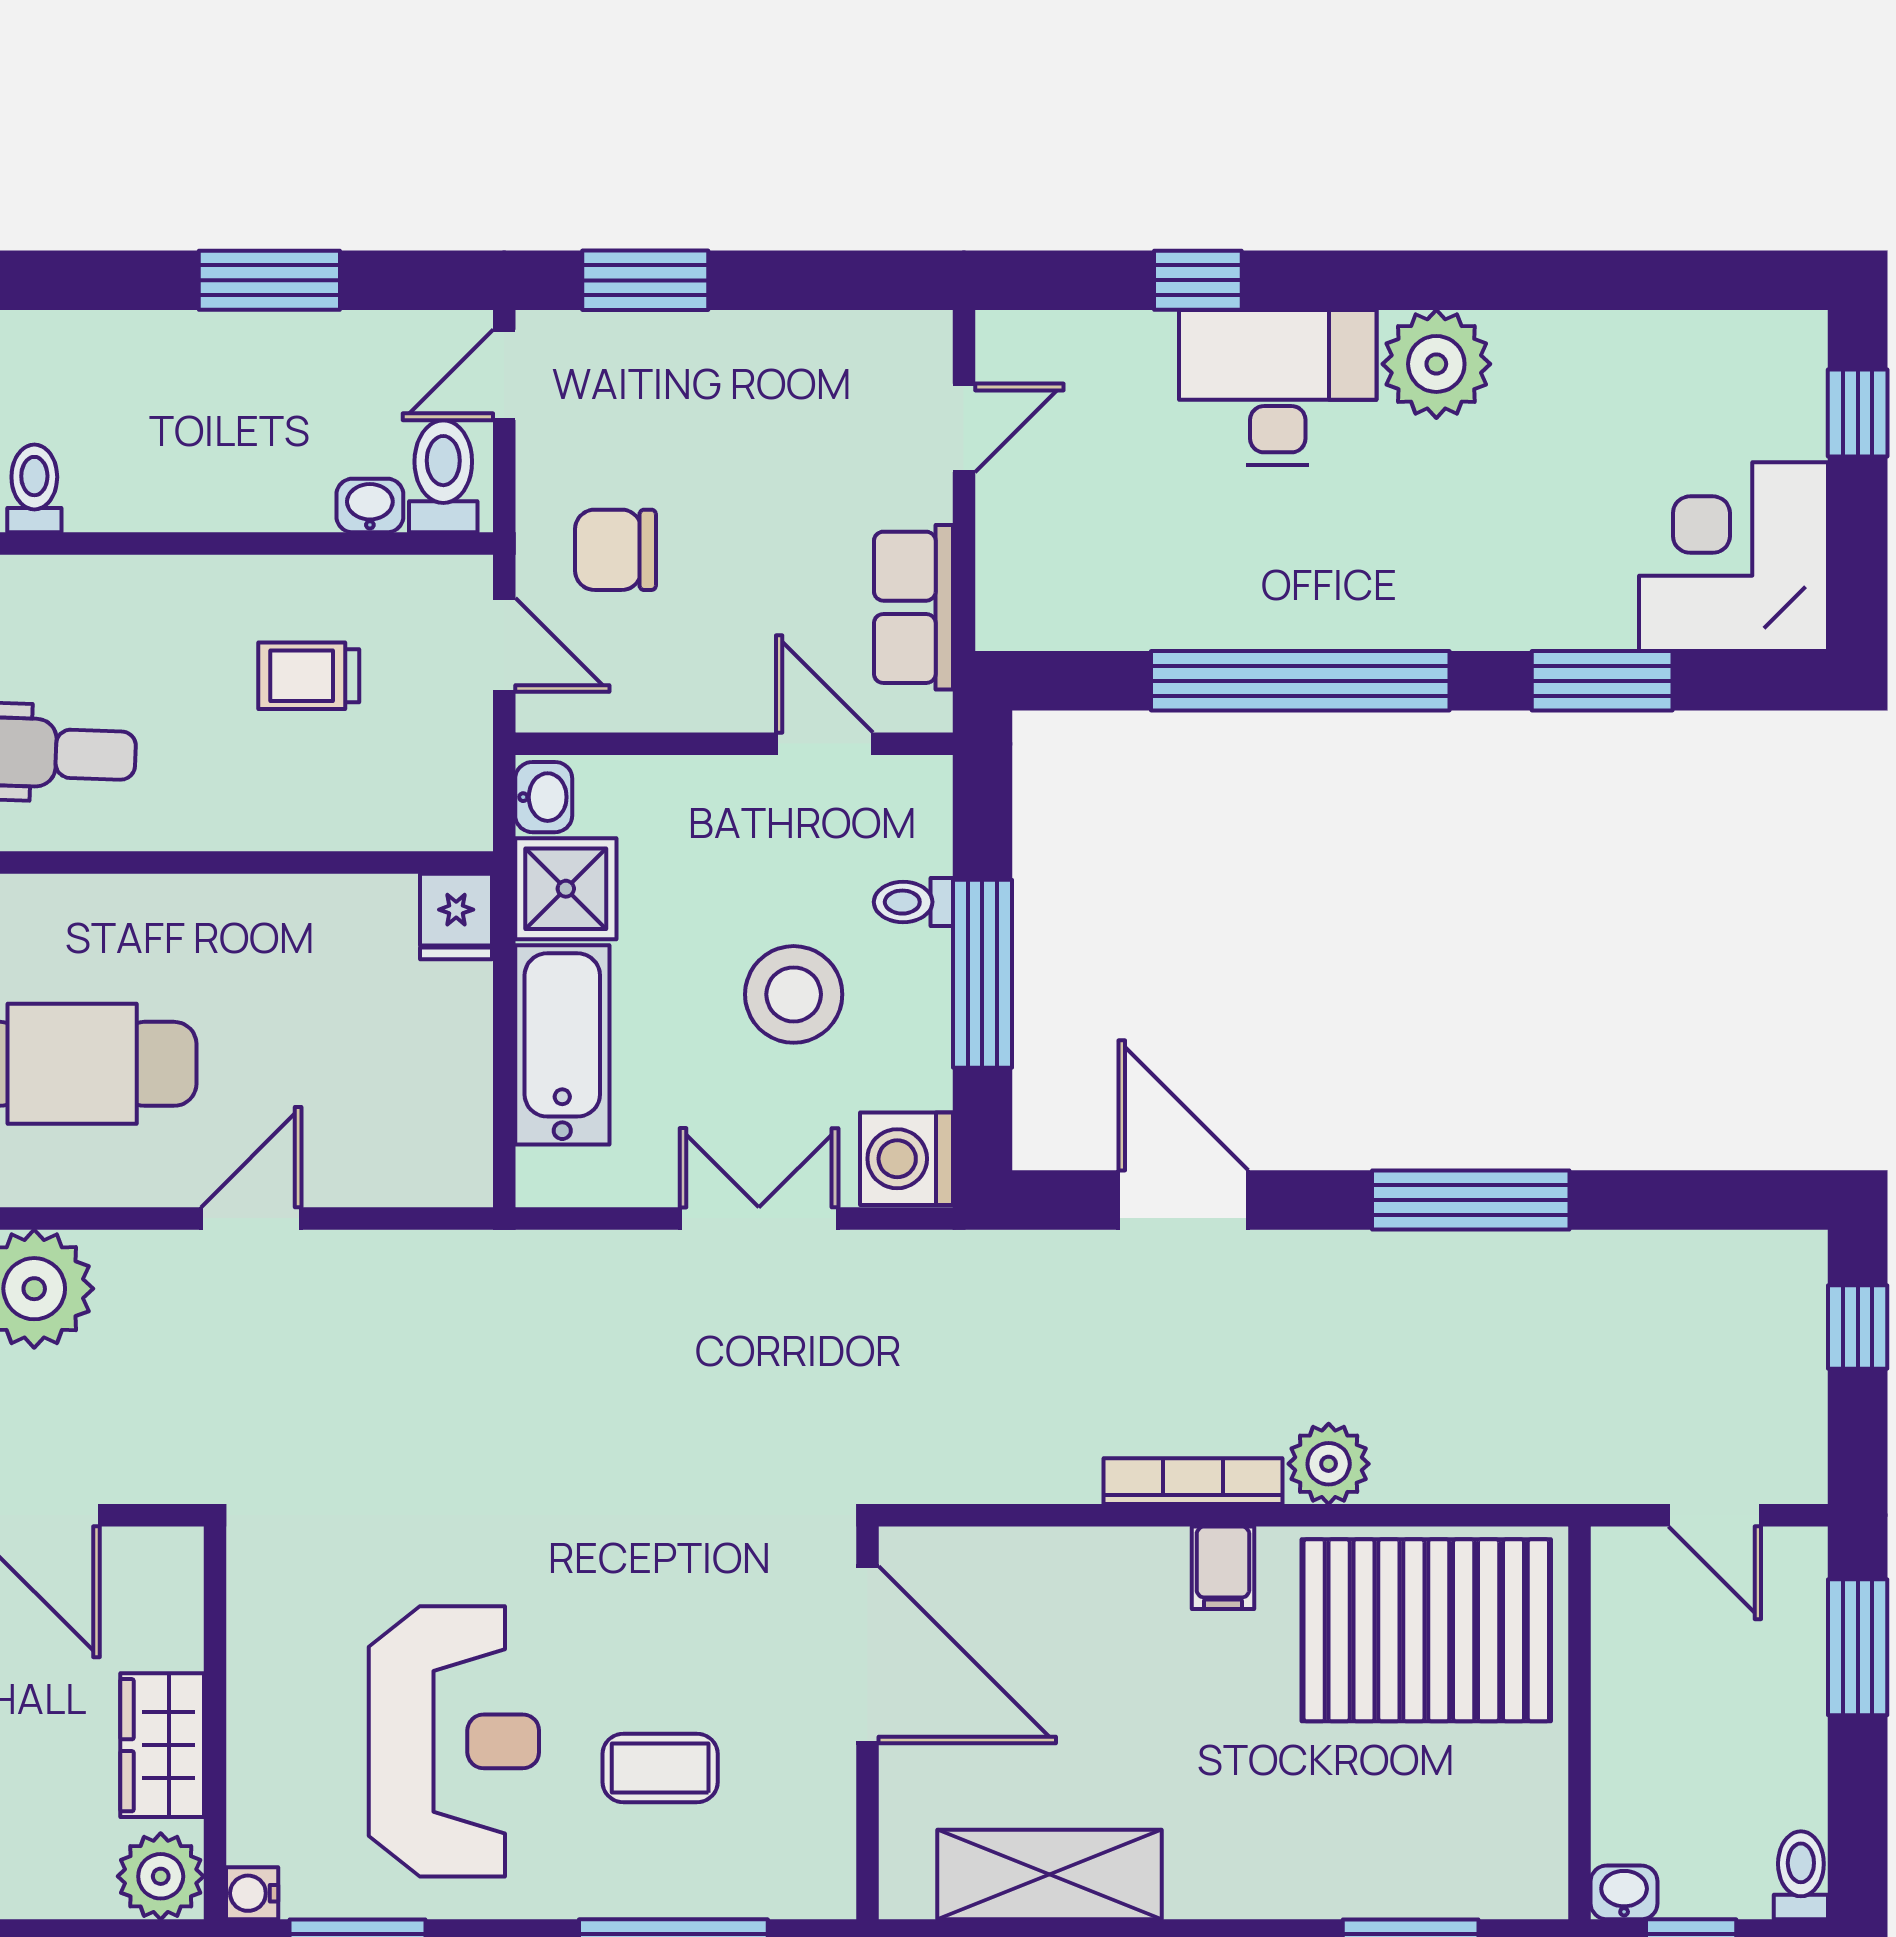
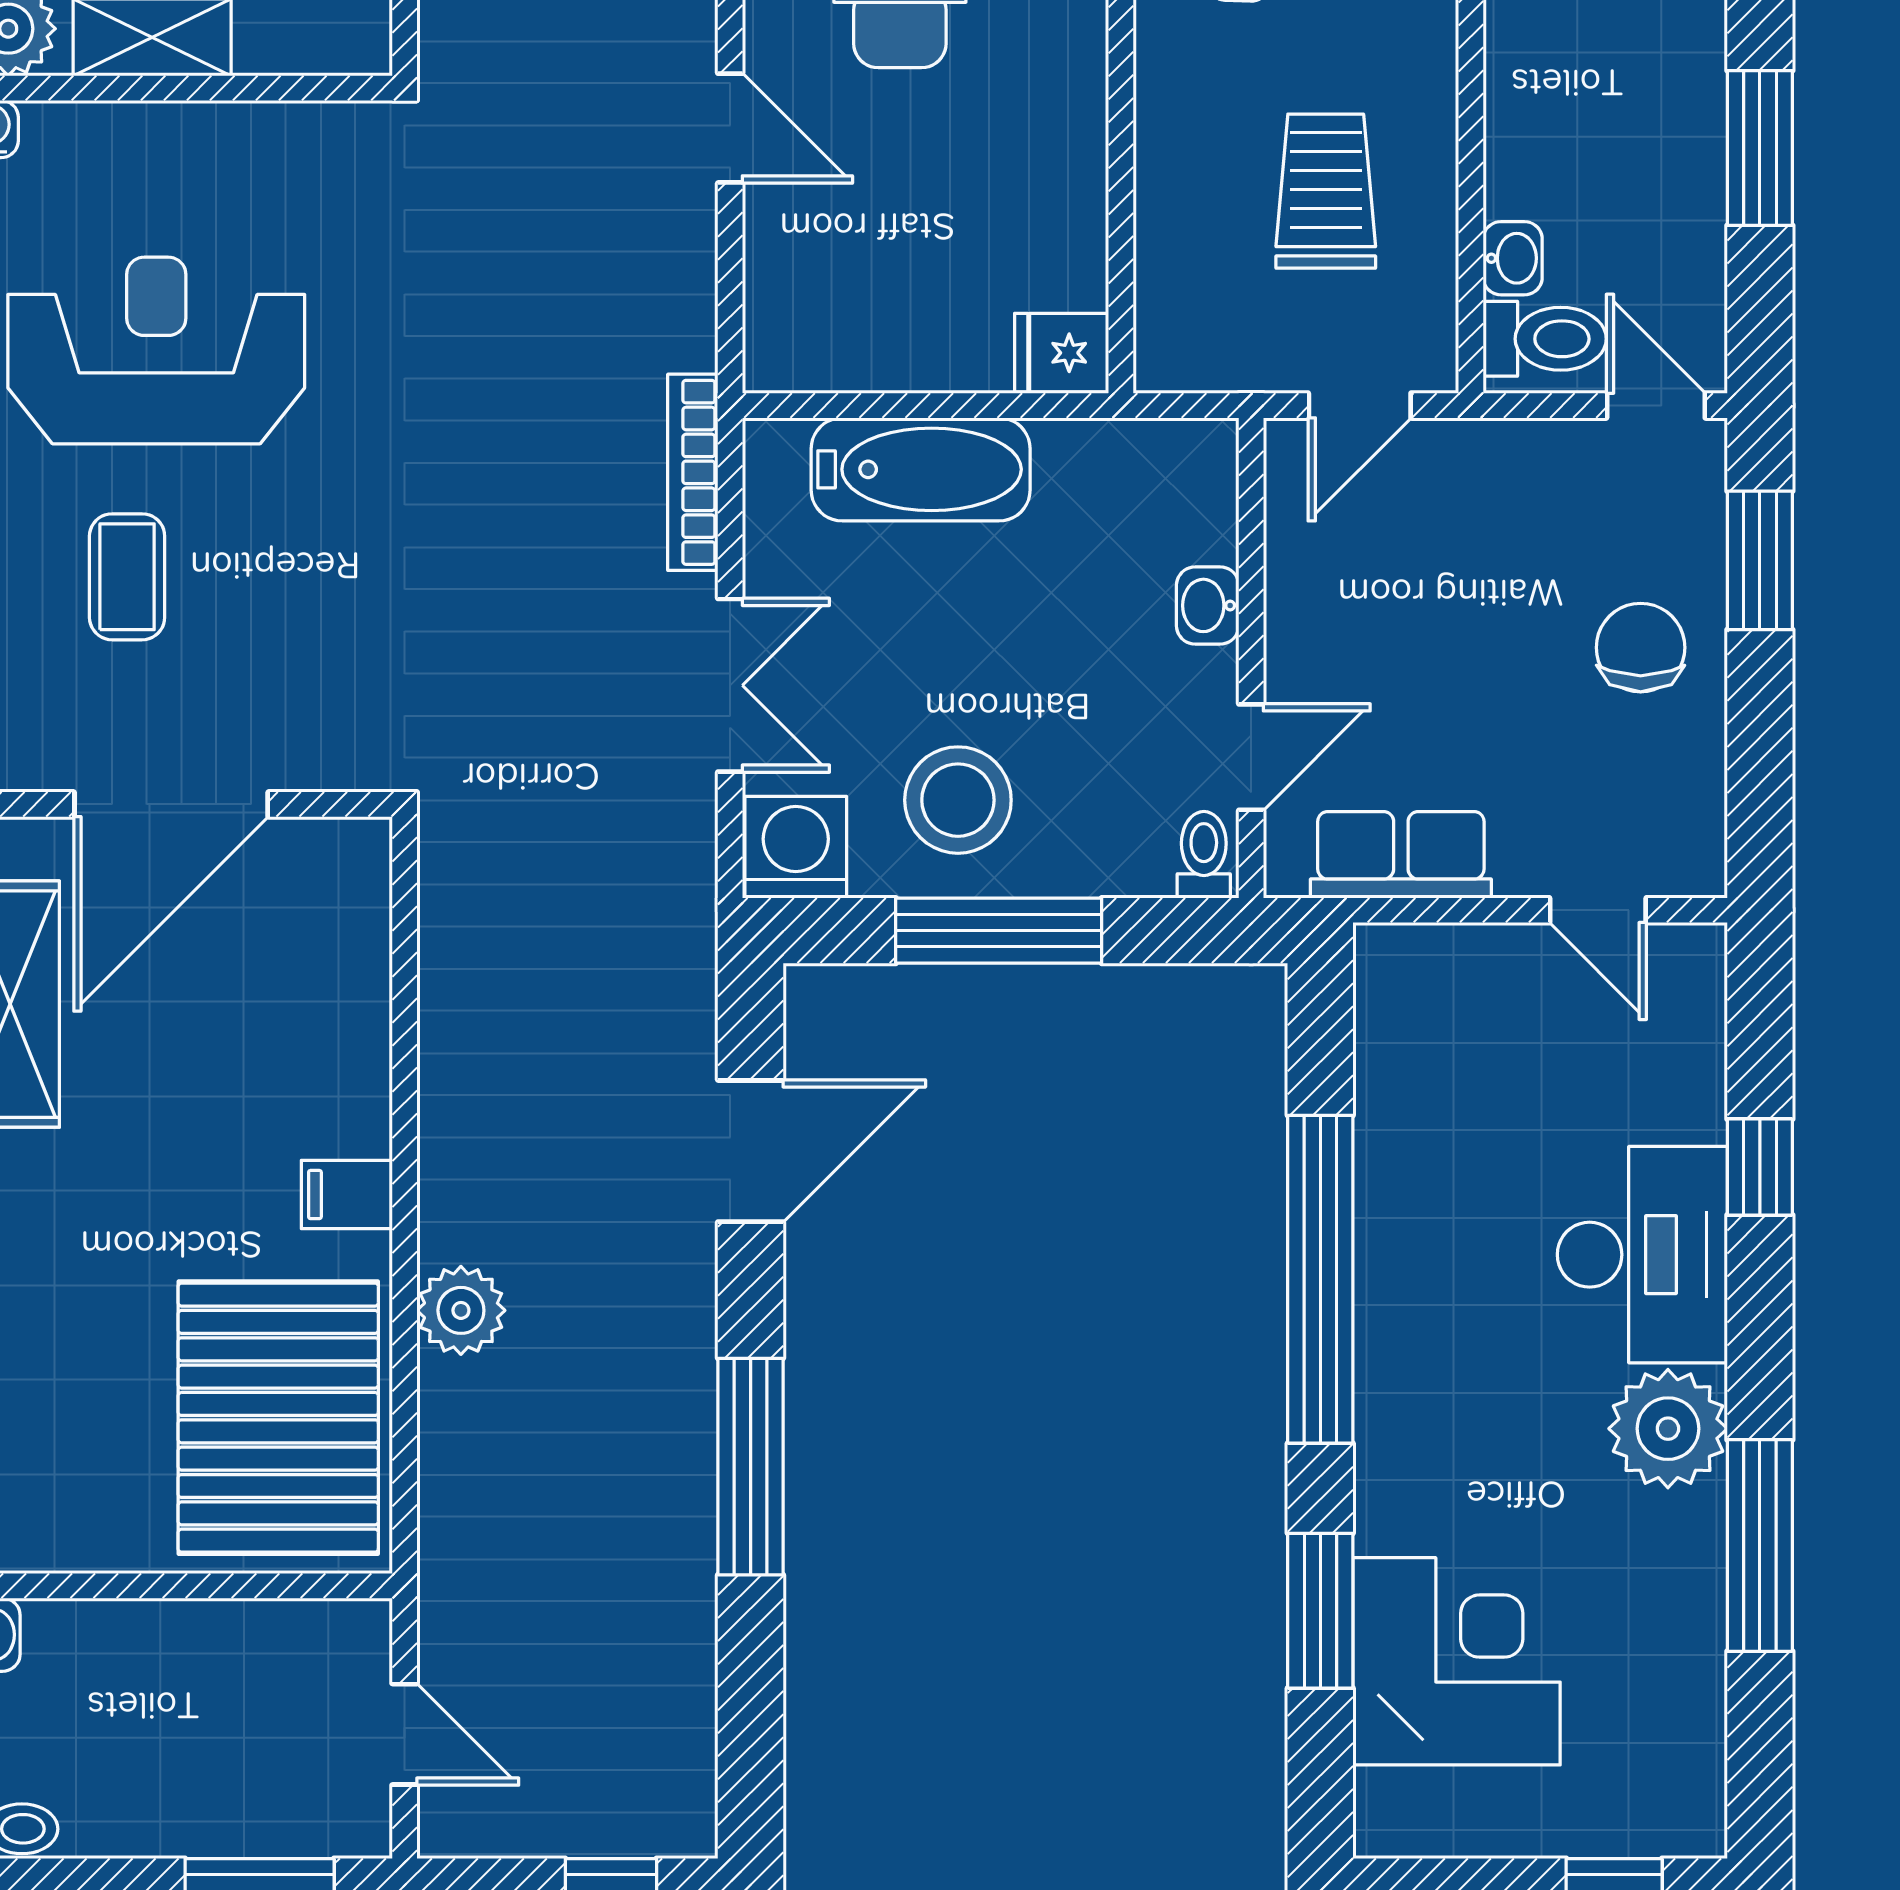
window: (1543, 280) -> (1760, 1545), added
chair: (615, 550) -> (1641, 648), moved
corner desk: (1734, 557) -> (1456, 1661), moved
trolley: (309, 676) -> (1326, 191), width x1.36, depth x1.39
washbasin: (544, 797) -> (1208, 605), moved, turned 90
shower: (566, 889) -> (1092, 473), removed
toilet: (913, 902) -> (1204, 855), moved
stool: (794, 994) -> (958, 800), moved
bookcase: (1193, 1481) -> (693, 472), moved, turned 180
door: (1715, 1515) -> (405, 1734), swing flipped
door: (868, 1655) -> (171, 804), moved
reception desk: (454, 1741) -> (156, 350), turned 180

